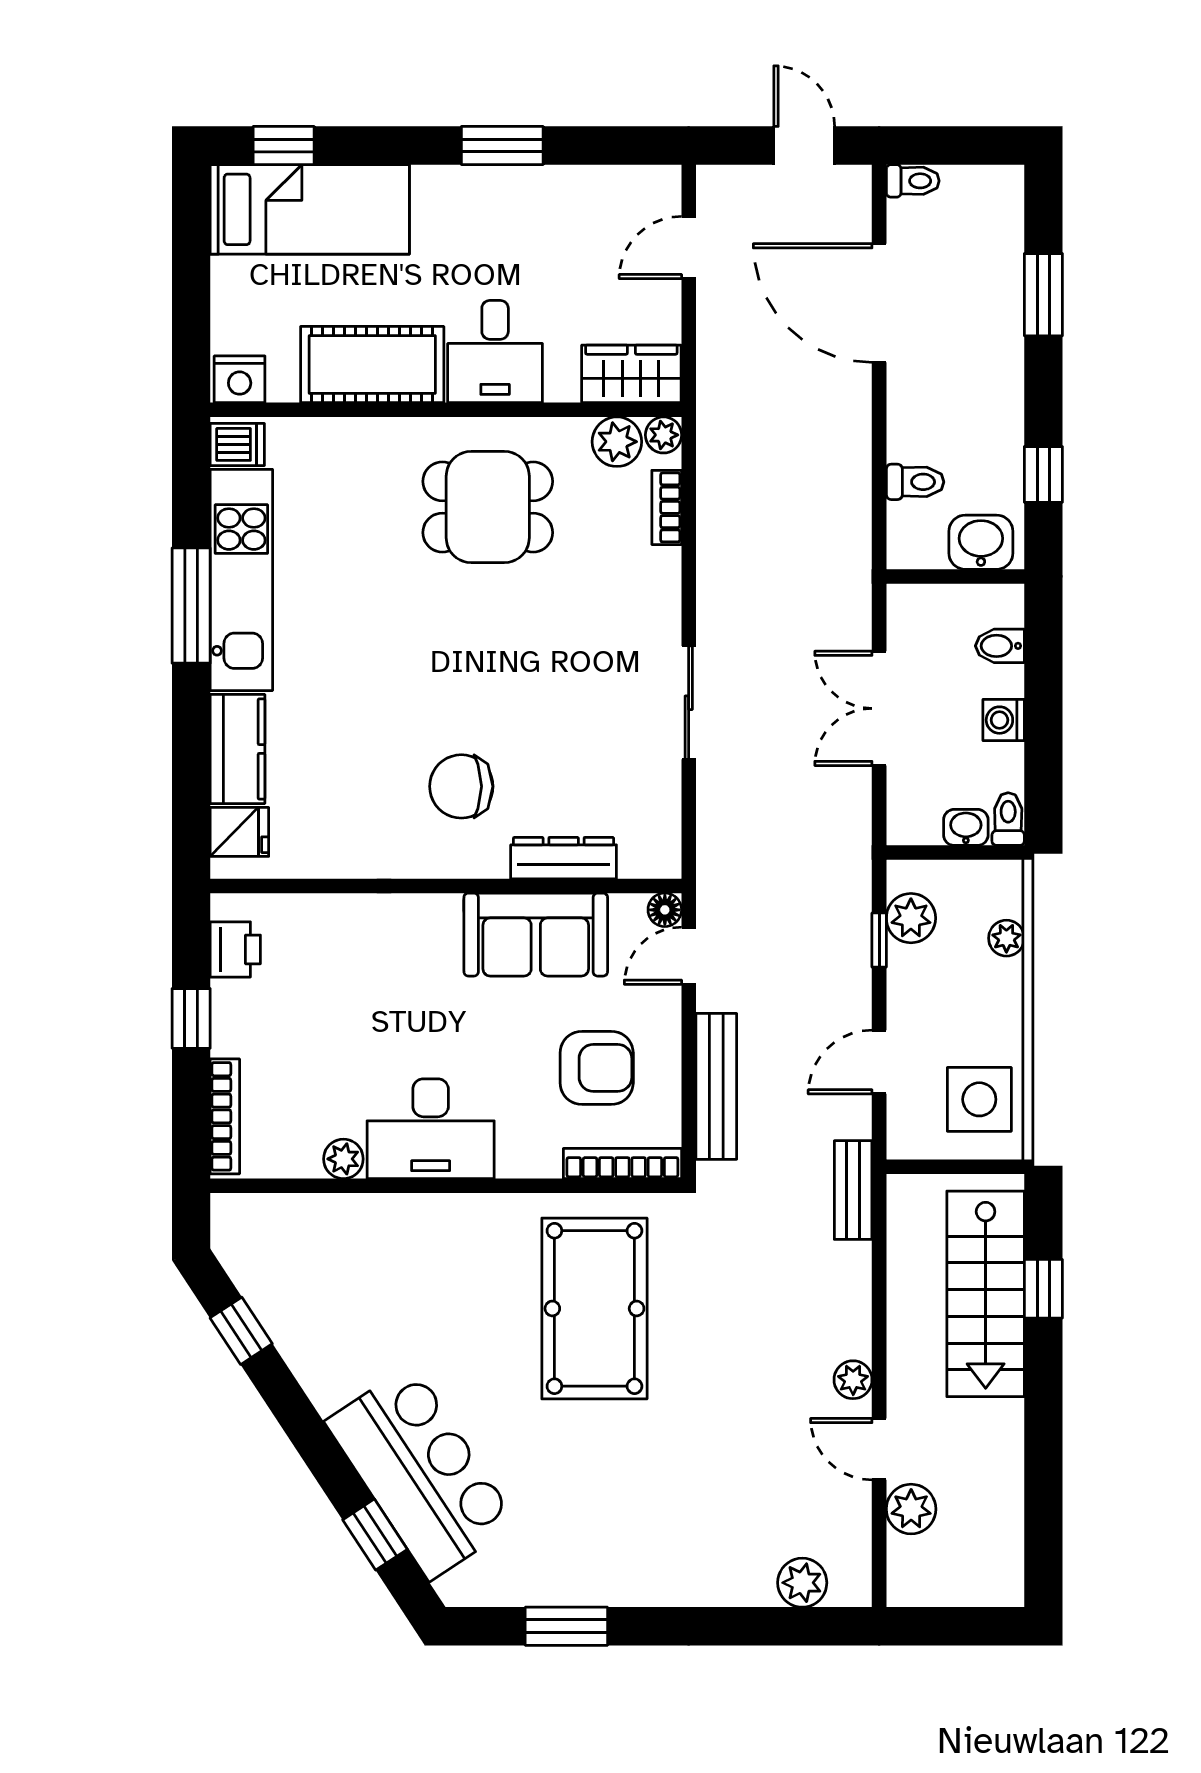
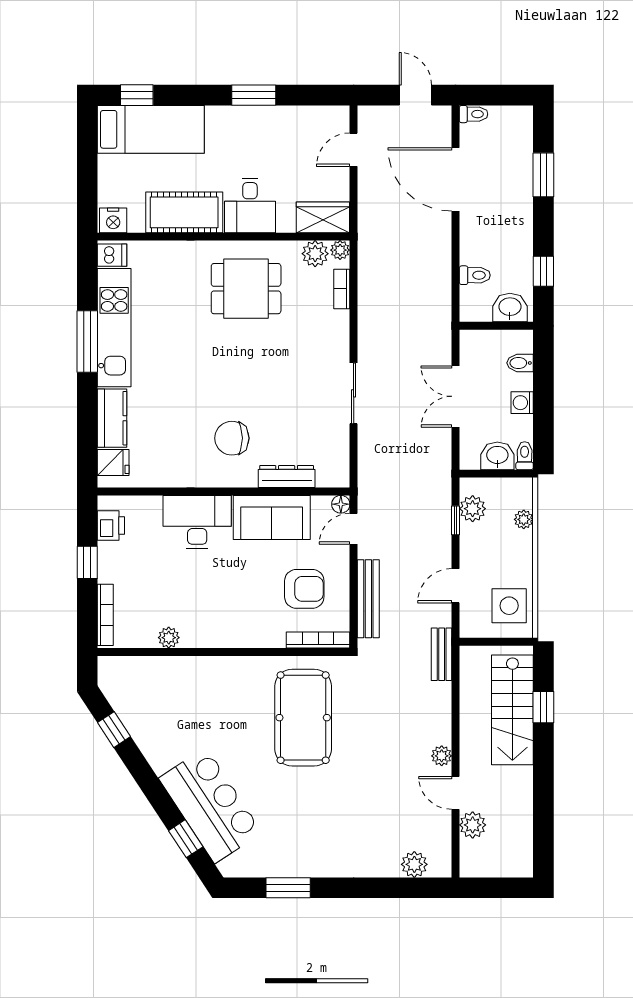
washbasin: (966, 827) -> (497, 456), width x1.38, depth x1.45
desk: (431, 1129) -> (197, 522), moved, turned 180

